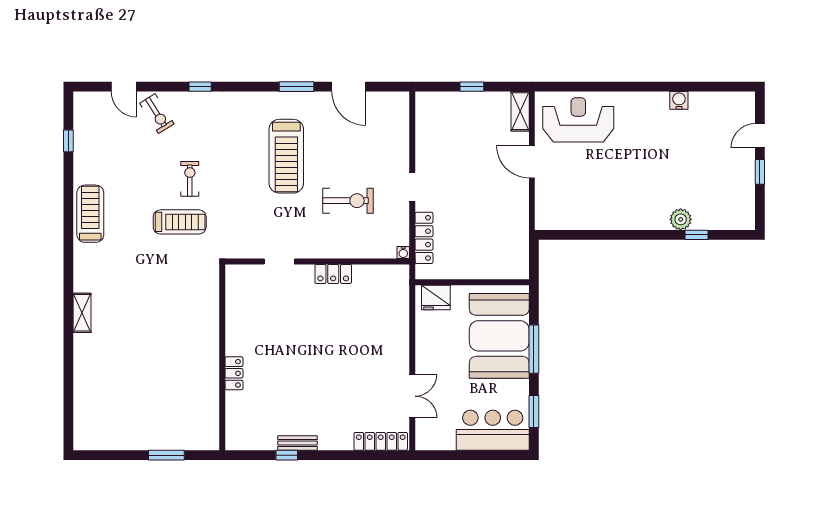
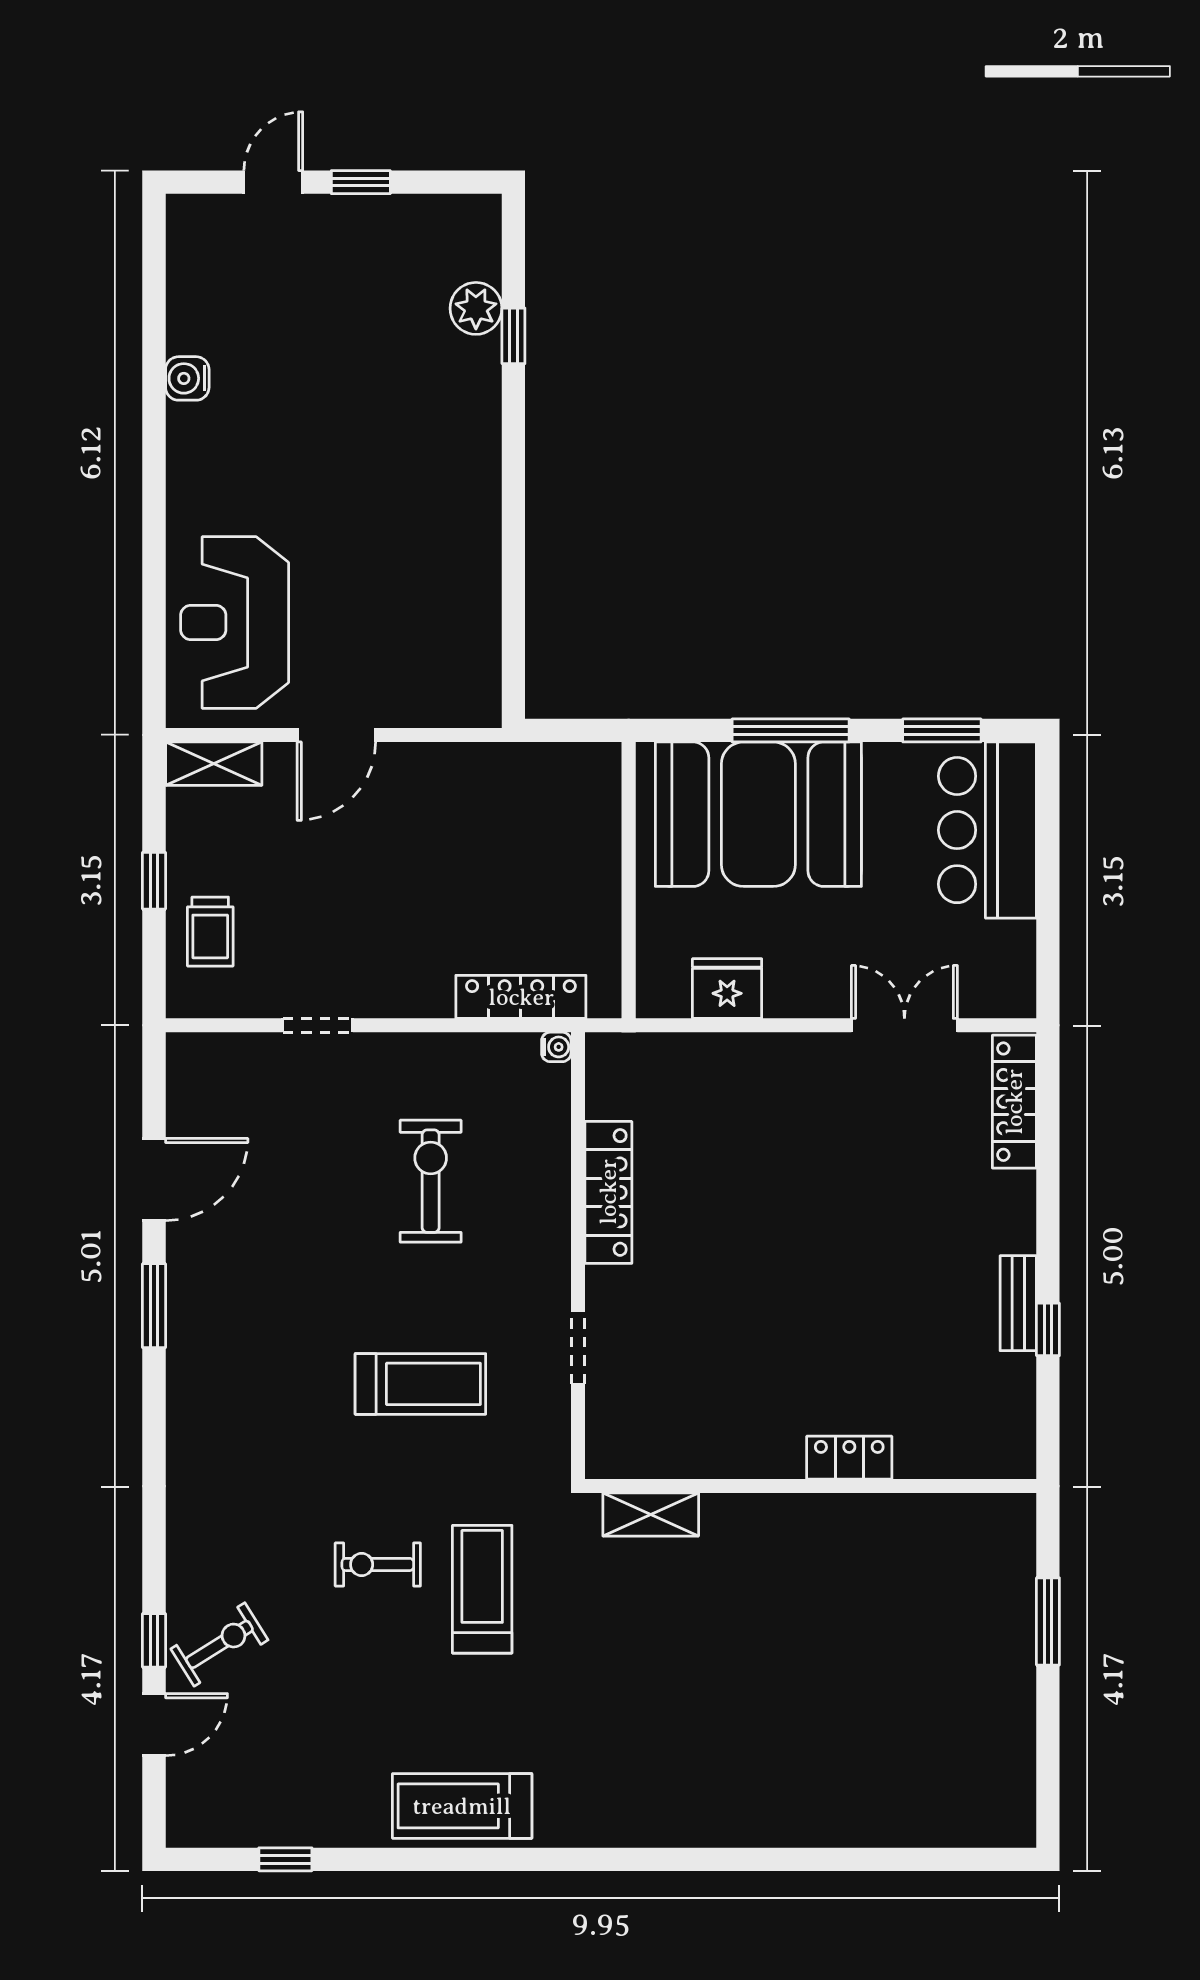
window: (200, 87) -> (154, 1640), moved
trolley: (451, 110) -> (210, 932), added
door: (760, 136) -> (273, 182), swing flipped
treadmill: (286, 156) -> (420, 1384), moved, width x0.73, depth x0.73
doorway: (412, 187) -> (318, 1025), moved
plant: (681, 219) -> (476, 308), moved
locker: (333, 274) -> (608, 1192), width x1.53
fridge: (436, 297) -> (727, 989), moved, turned -90
shelving: (82, 313) -> (651, 1515), moved

